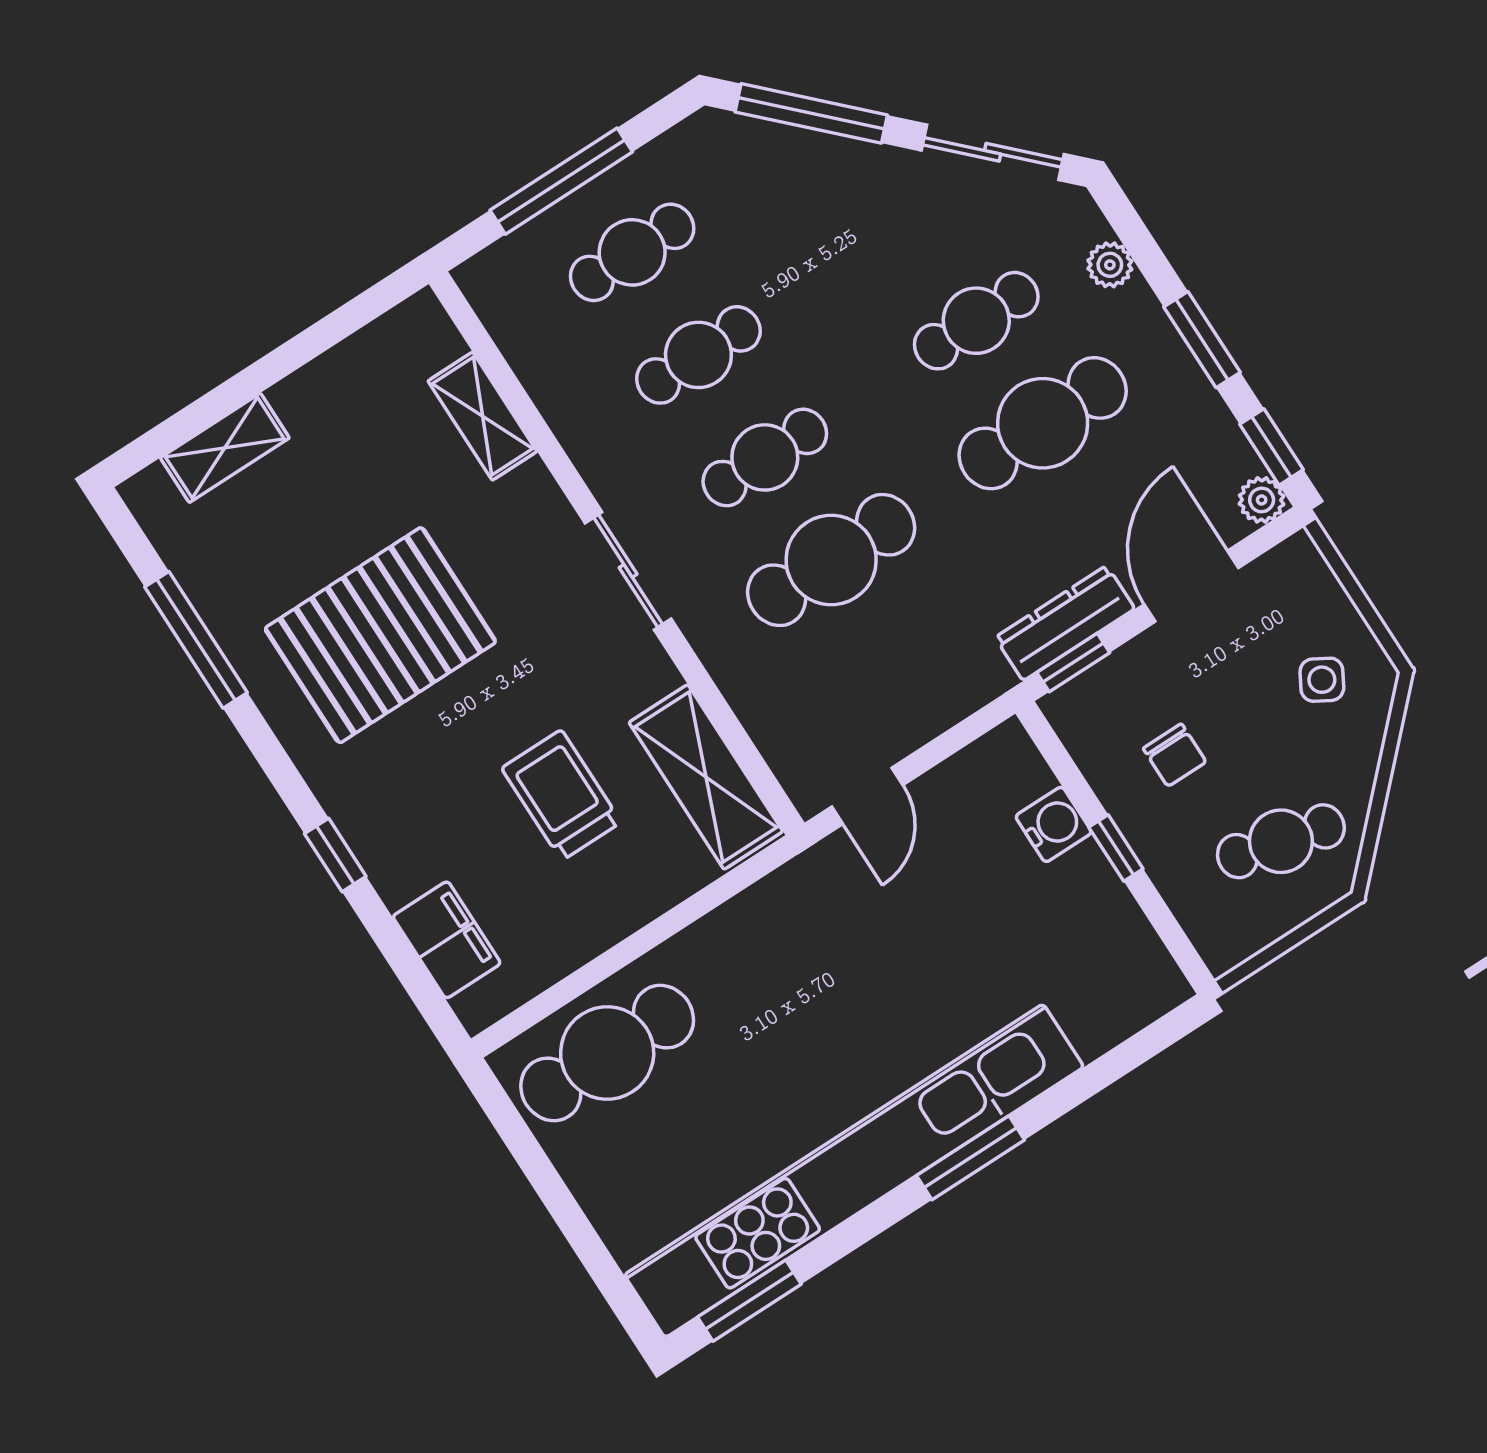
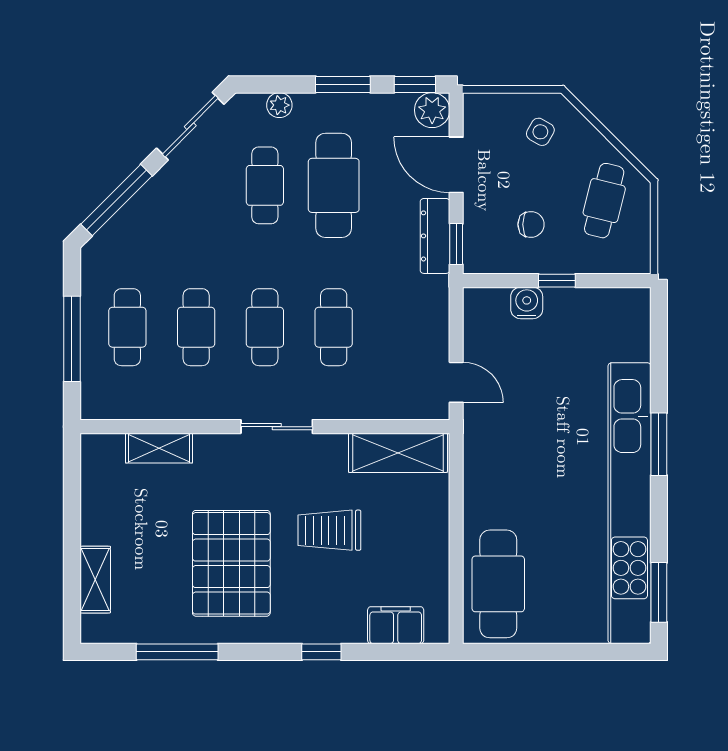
plant: (1262, 500) -> (432, 110), width x1.38, depth x1.38
cafe table: (831, 560) -> (334, 327), width x0.73, depth x0.74
trolley: (561, 795) -> (329, 530), moved

